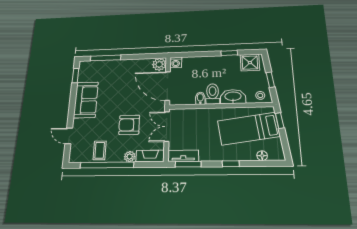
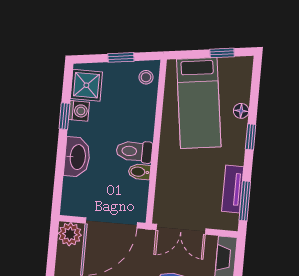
washing machine: (176, 63) -> (79, 111), moved
washbasin: (233, 97) -> (77, 157), moved, turned 180
window: (280, 121) -> (222, 53), moved
tv unit: (183, 156) -> (233, 189), moved
floor lamp: (262, 156) -> (241, 111), moved

